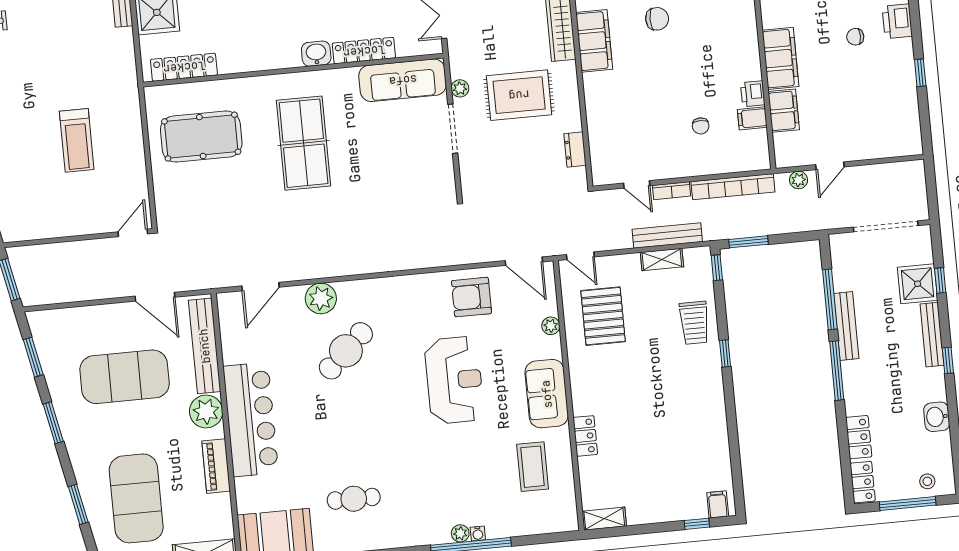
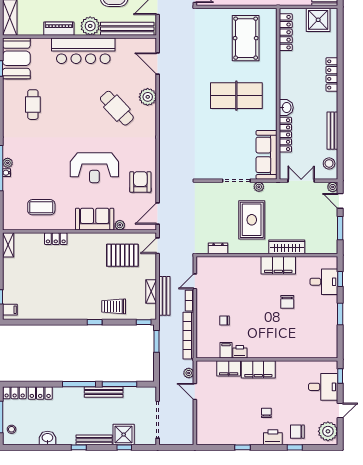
sofa: (547, 394) -> (95, 219), moved

